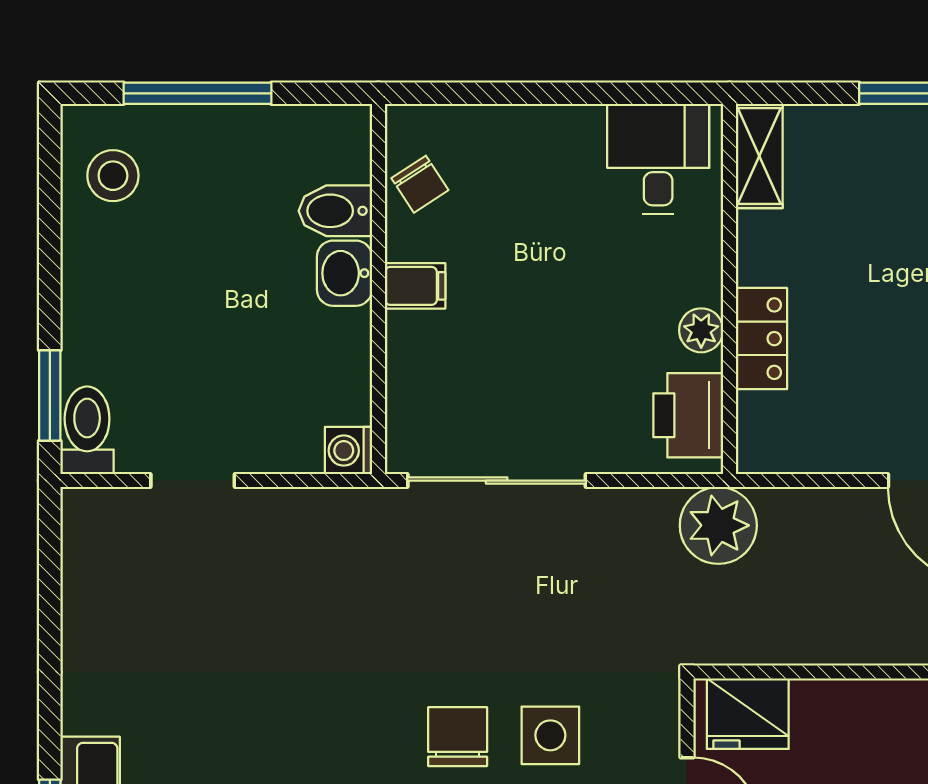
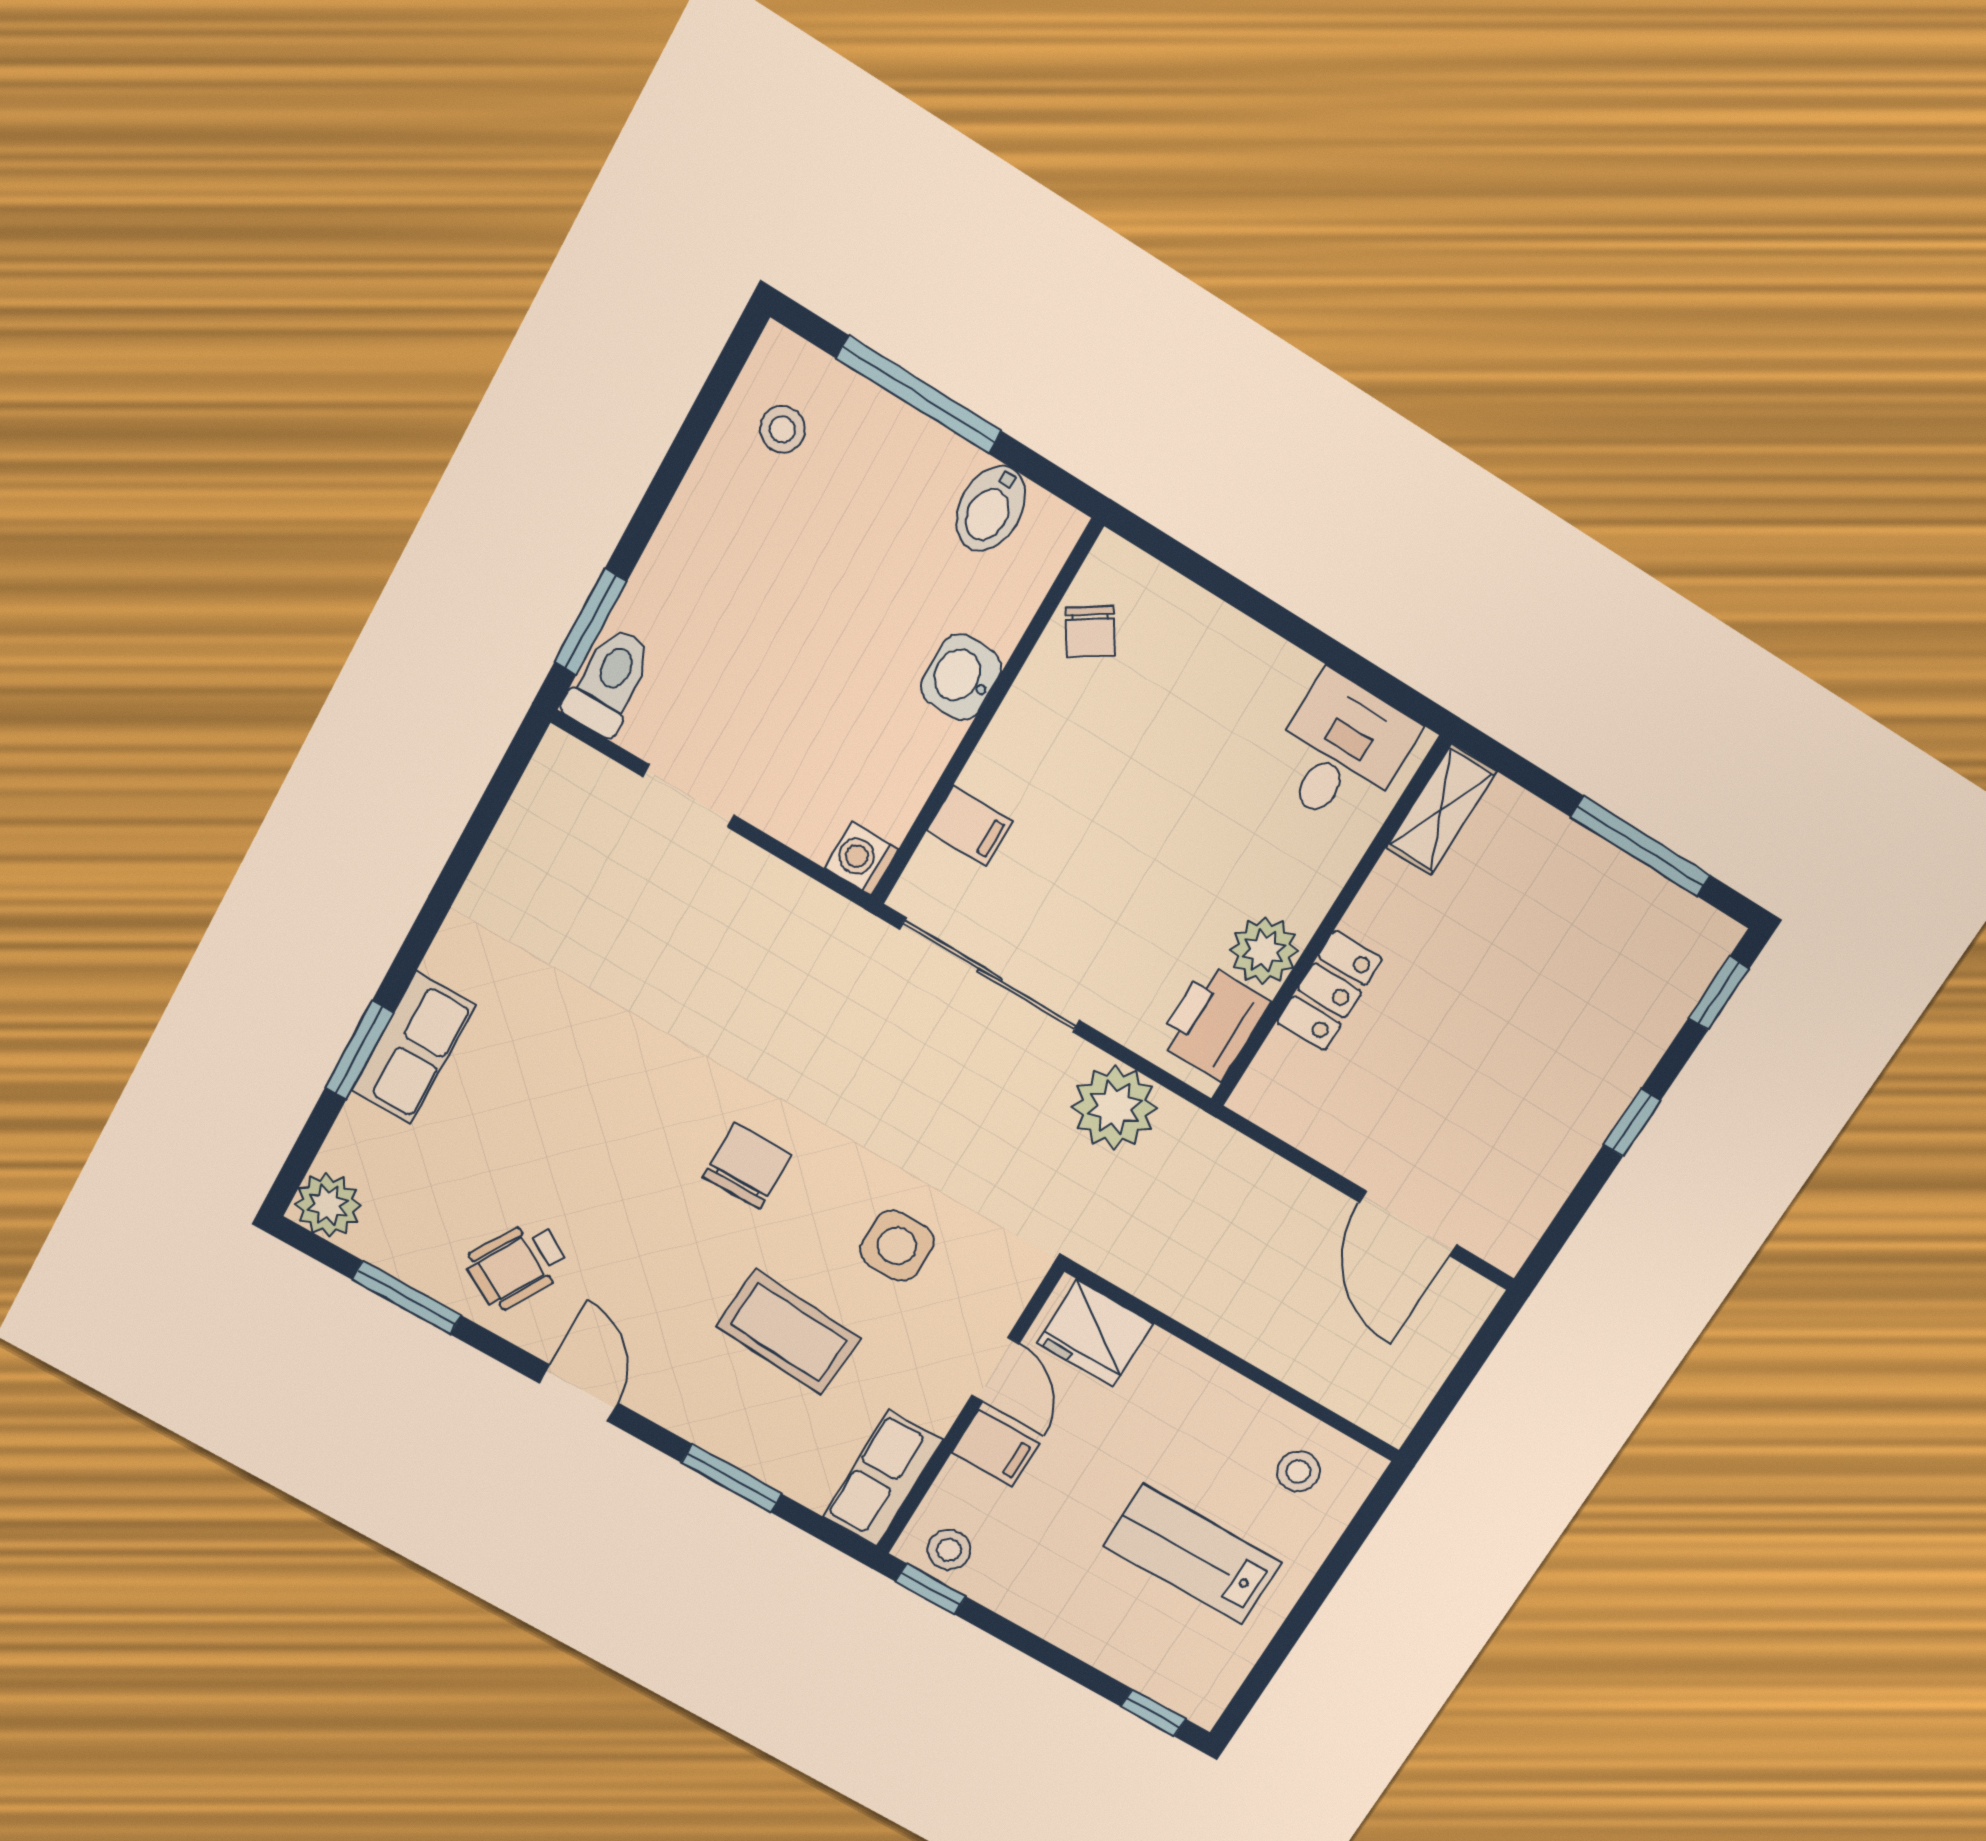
stool: (113, 176) -> (782, 429), width x0.73, depth x0.73
bidet: (335, 211) -> (991, 508), moved, turned -90
filing cabinet: (415, 286) -> (970, 826), moved
plant: (701, 330) -> (1264, 951), width x1.38, depth x1.38
plant: (718, 525) -> (1114, 1107), moved
chair: (458, 737) -> (747, 1166), moved

